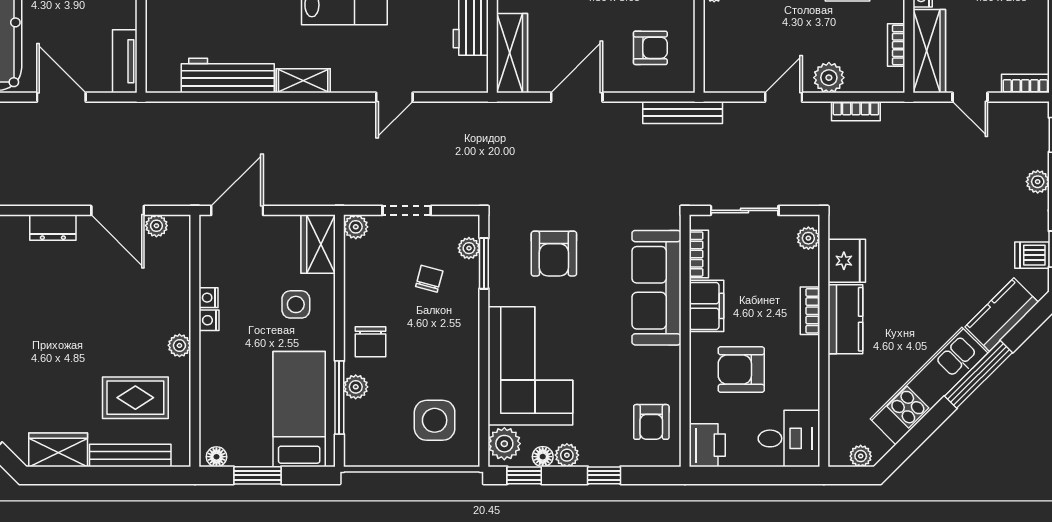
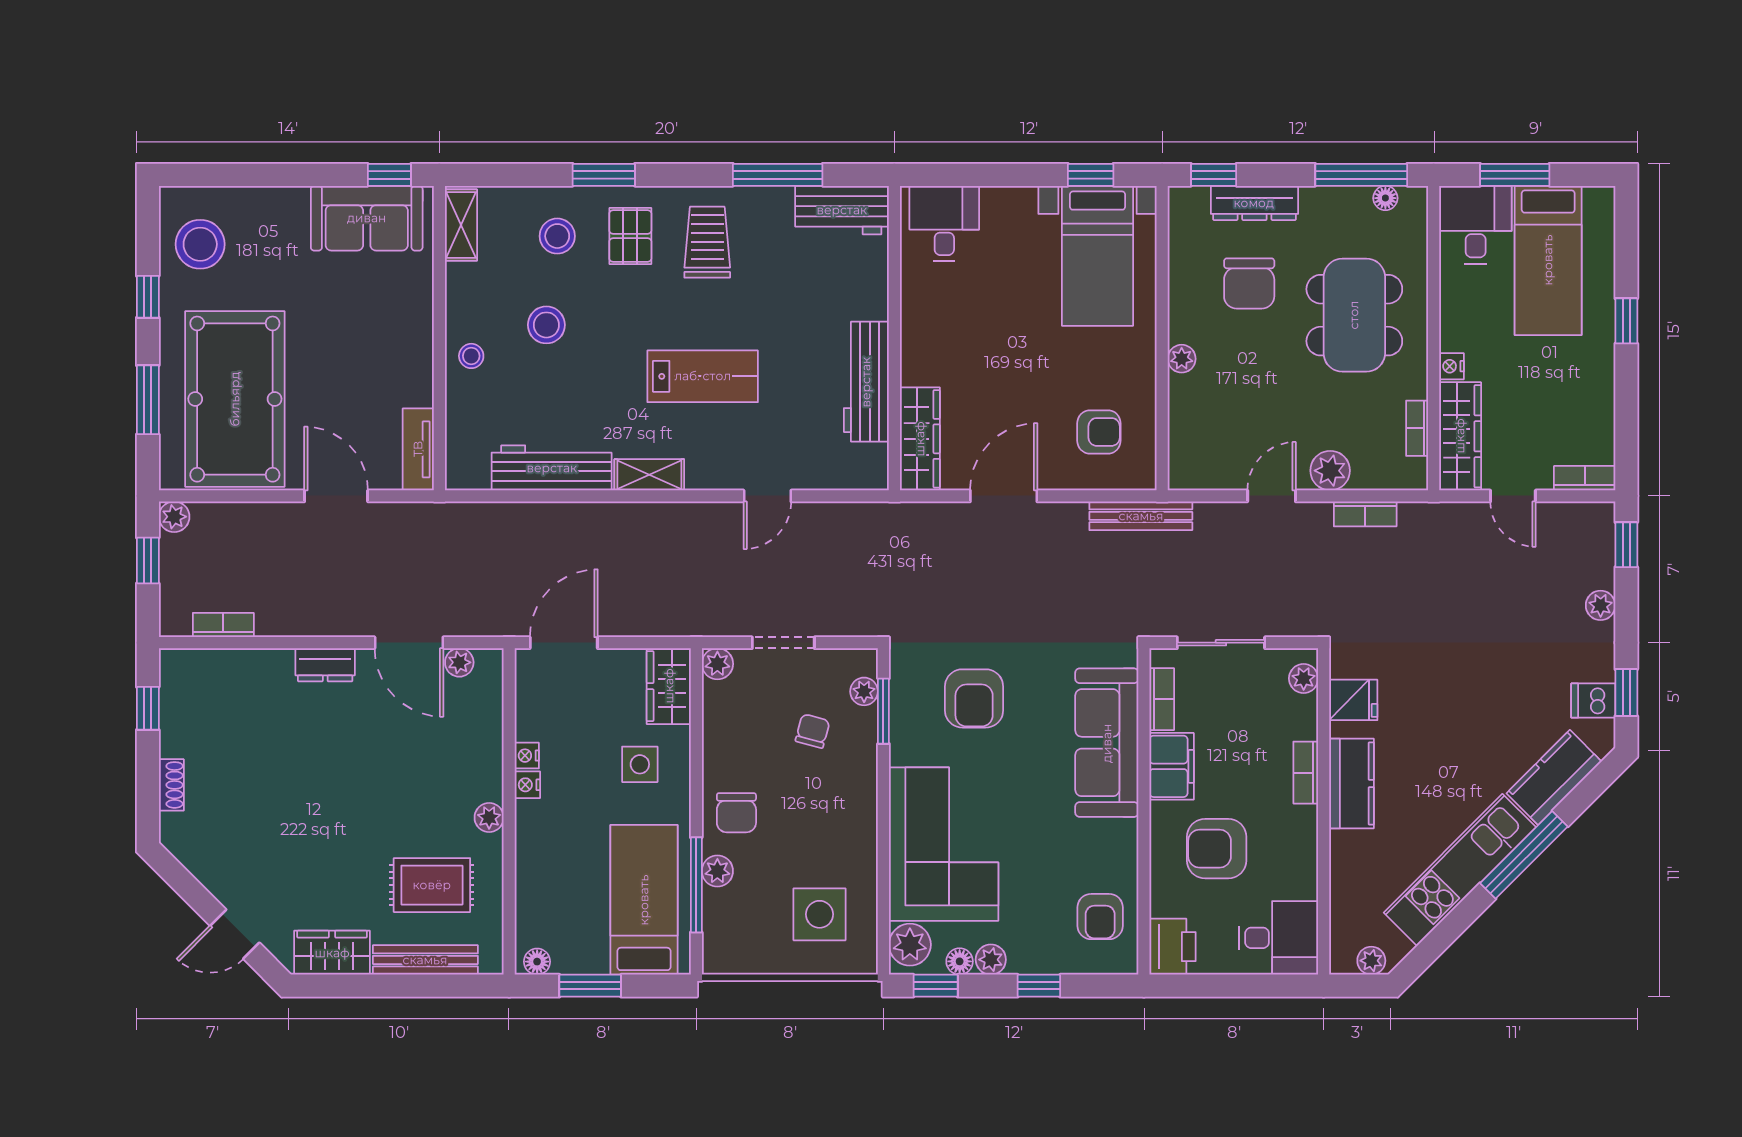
fridge: (847, 261) -> (1353, 700), width x0.72

